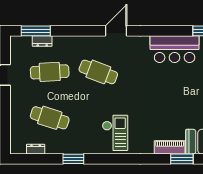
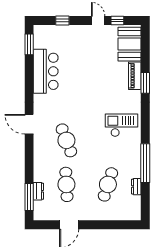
cafe table: (98, 72) -> (66, 140), turned -42
dresser: (36, 149) -> (136, 187), moved
window: (73, 159) -> (145, 163), width x2.11
window: (182, 159) -> (145, 83), moved

